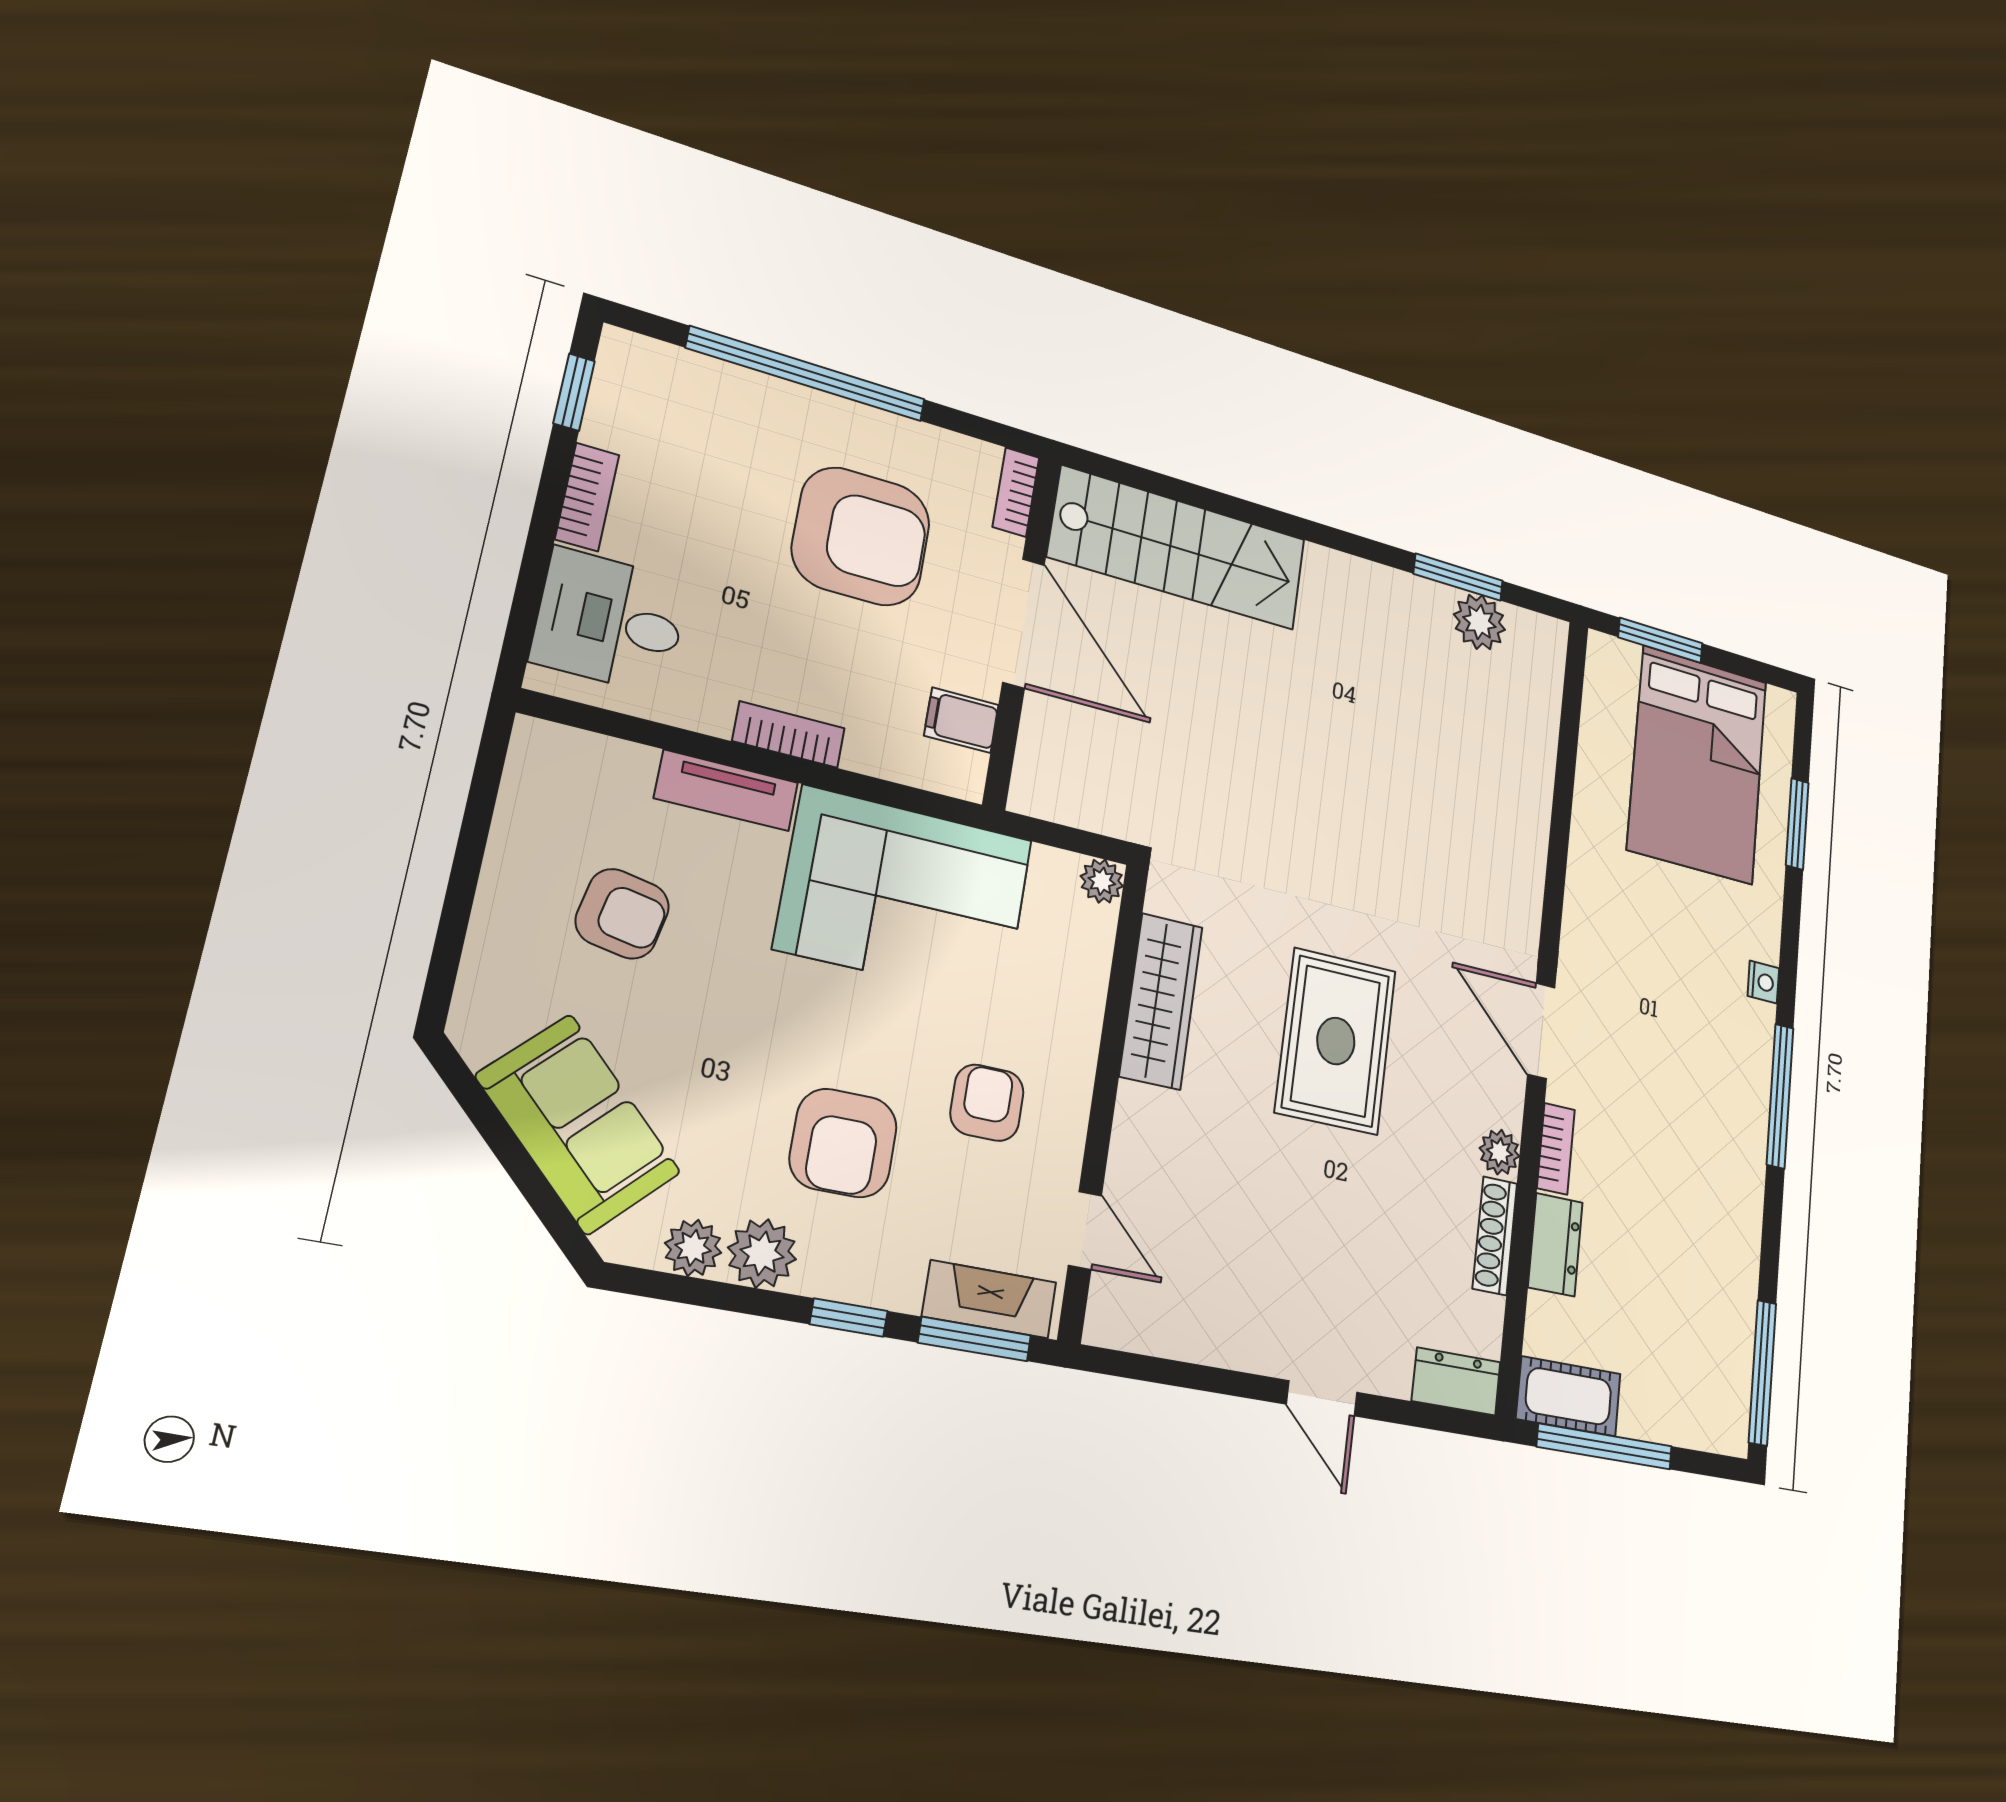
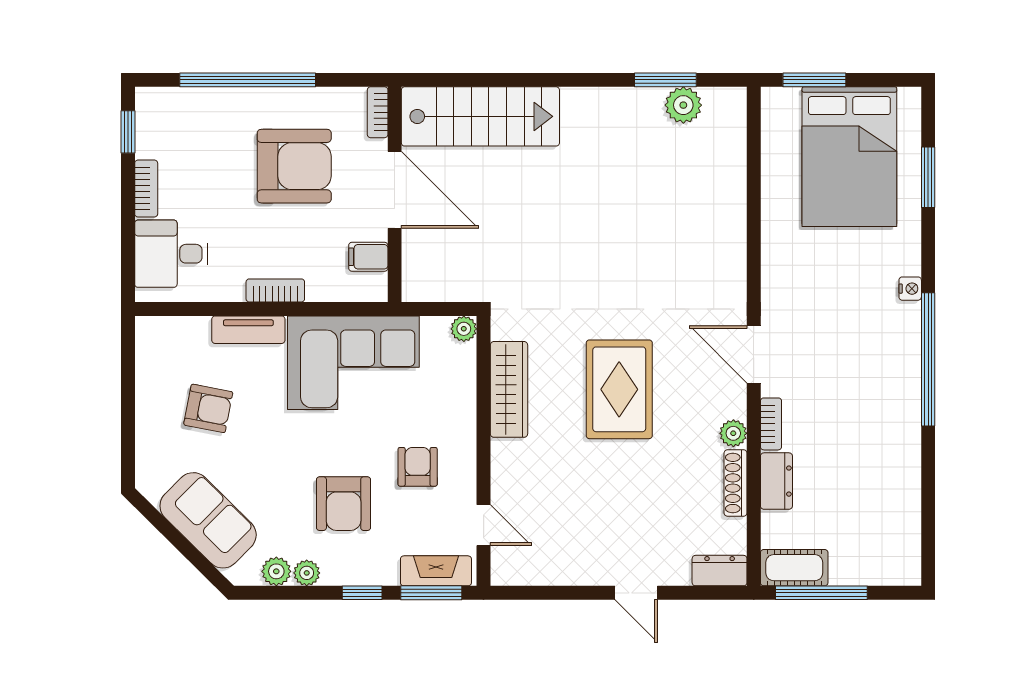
window: (1780, 1096) -> (928, 359), width x1.46
plant: (762, 1253) -> (307, 573), width x0.73, depth x0.73
window: (1762, 1373) -> (928, 533), removed

